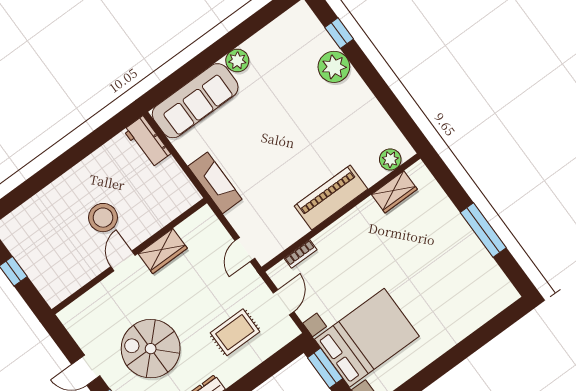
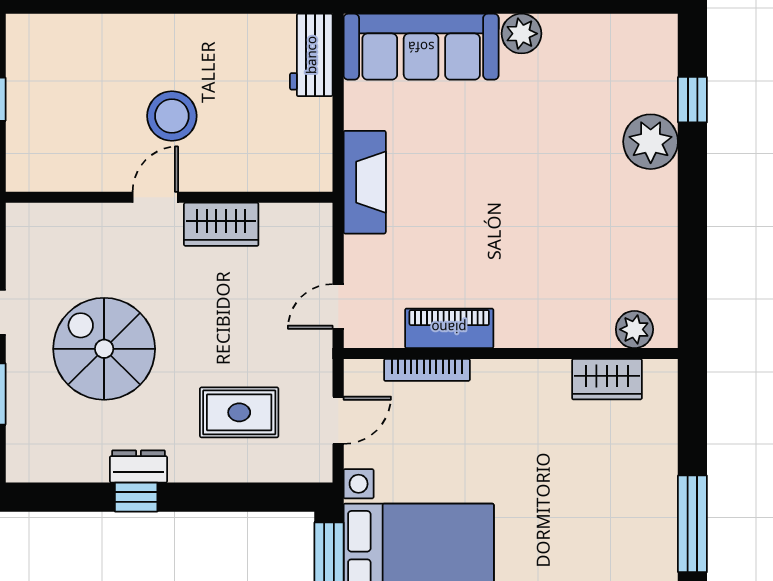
piano: (331, 197) -> (449, 328), moved, width x0.73, depth x0.75
bookcase: (301, 254) -> (427, 370), width x1.56

